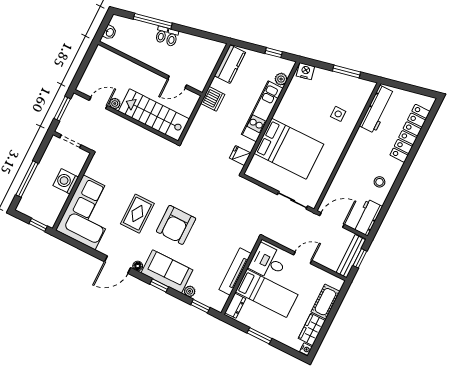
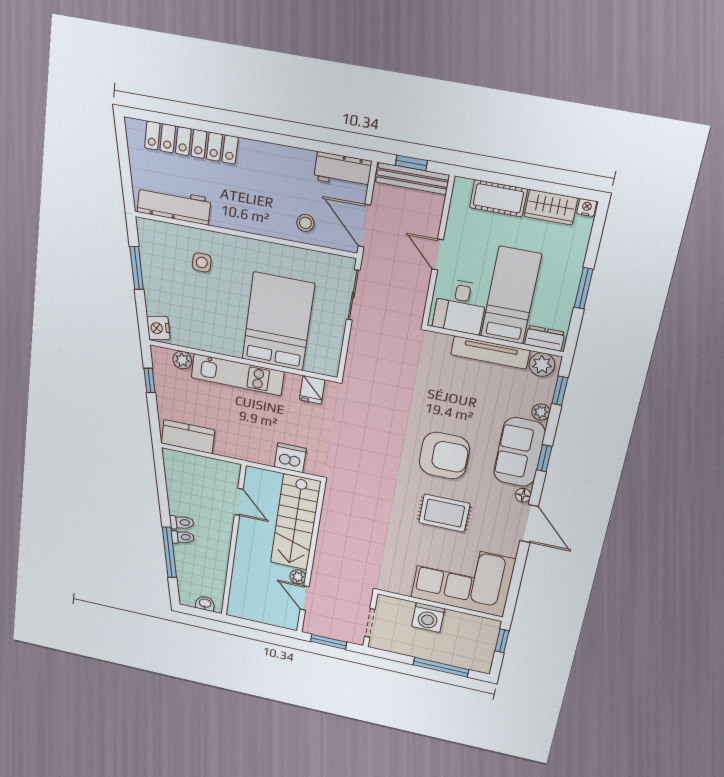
dishwasher: (213, 99) -> (290, 458), moved
stool: (379, 182) -> (305, 223), moved
plant: (219, 300) -> (542, 365), added

